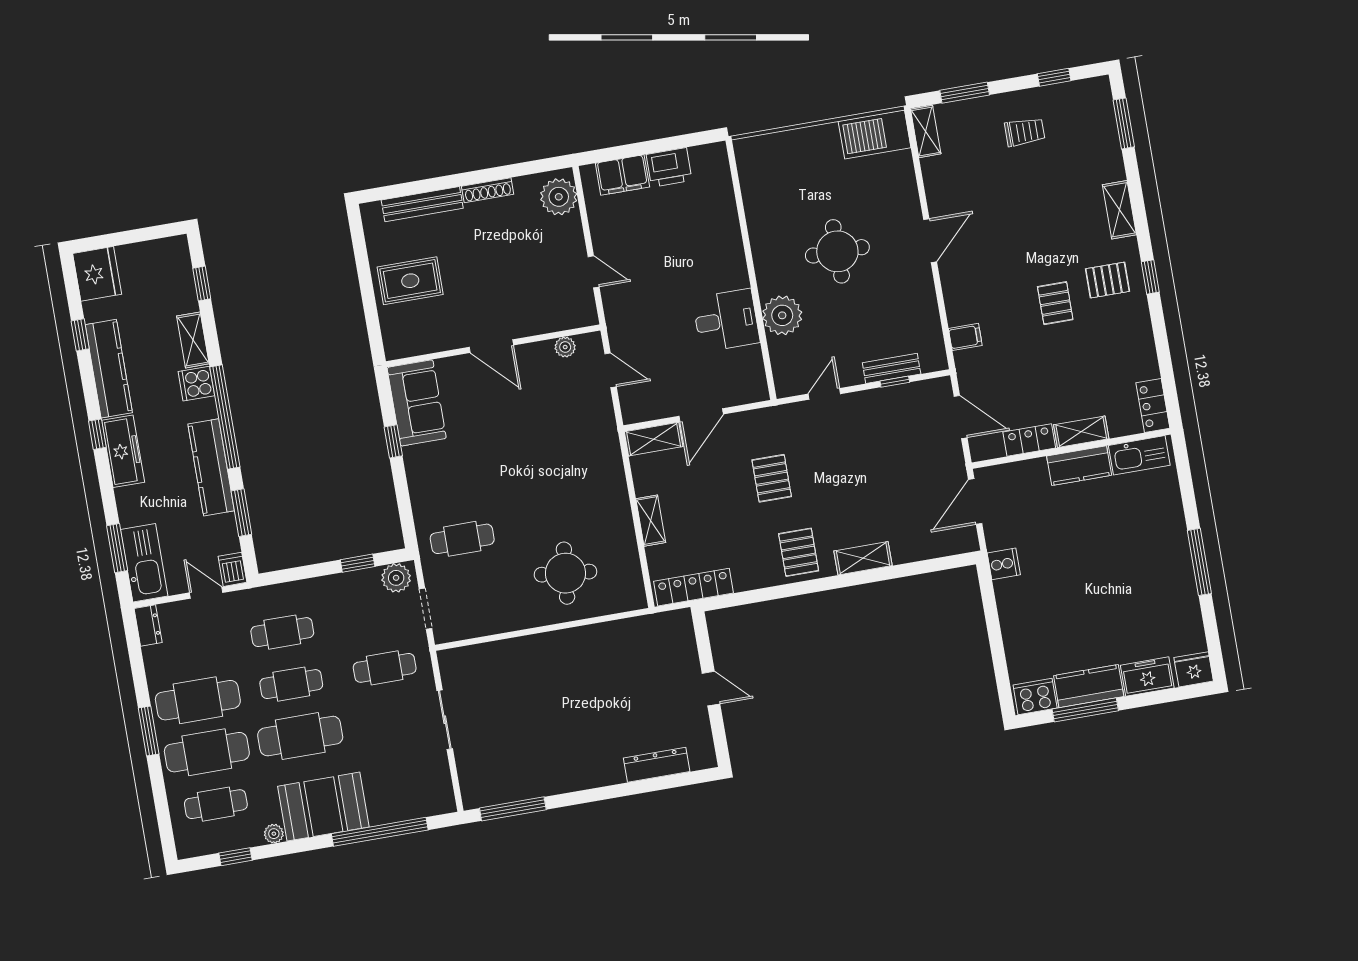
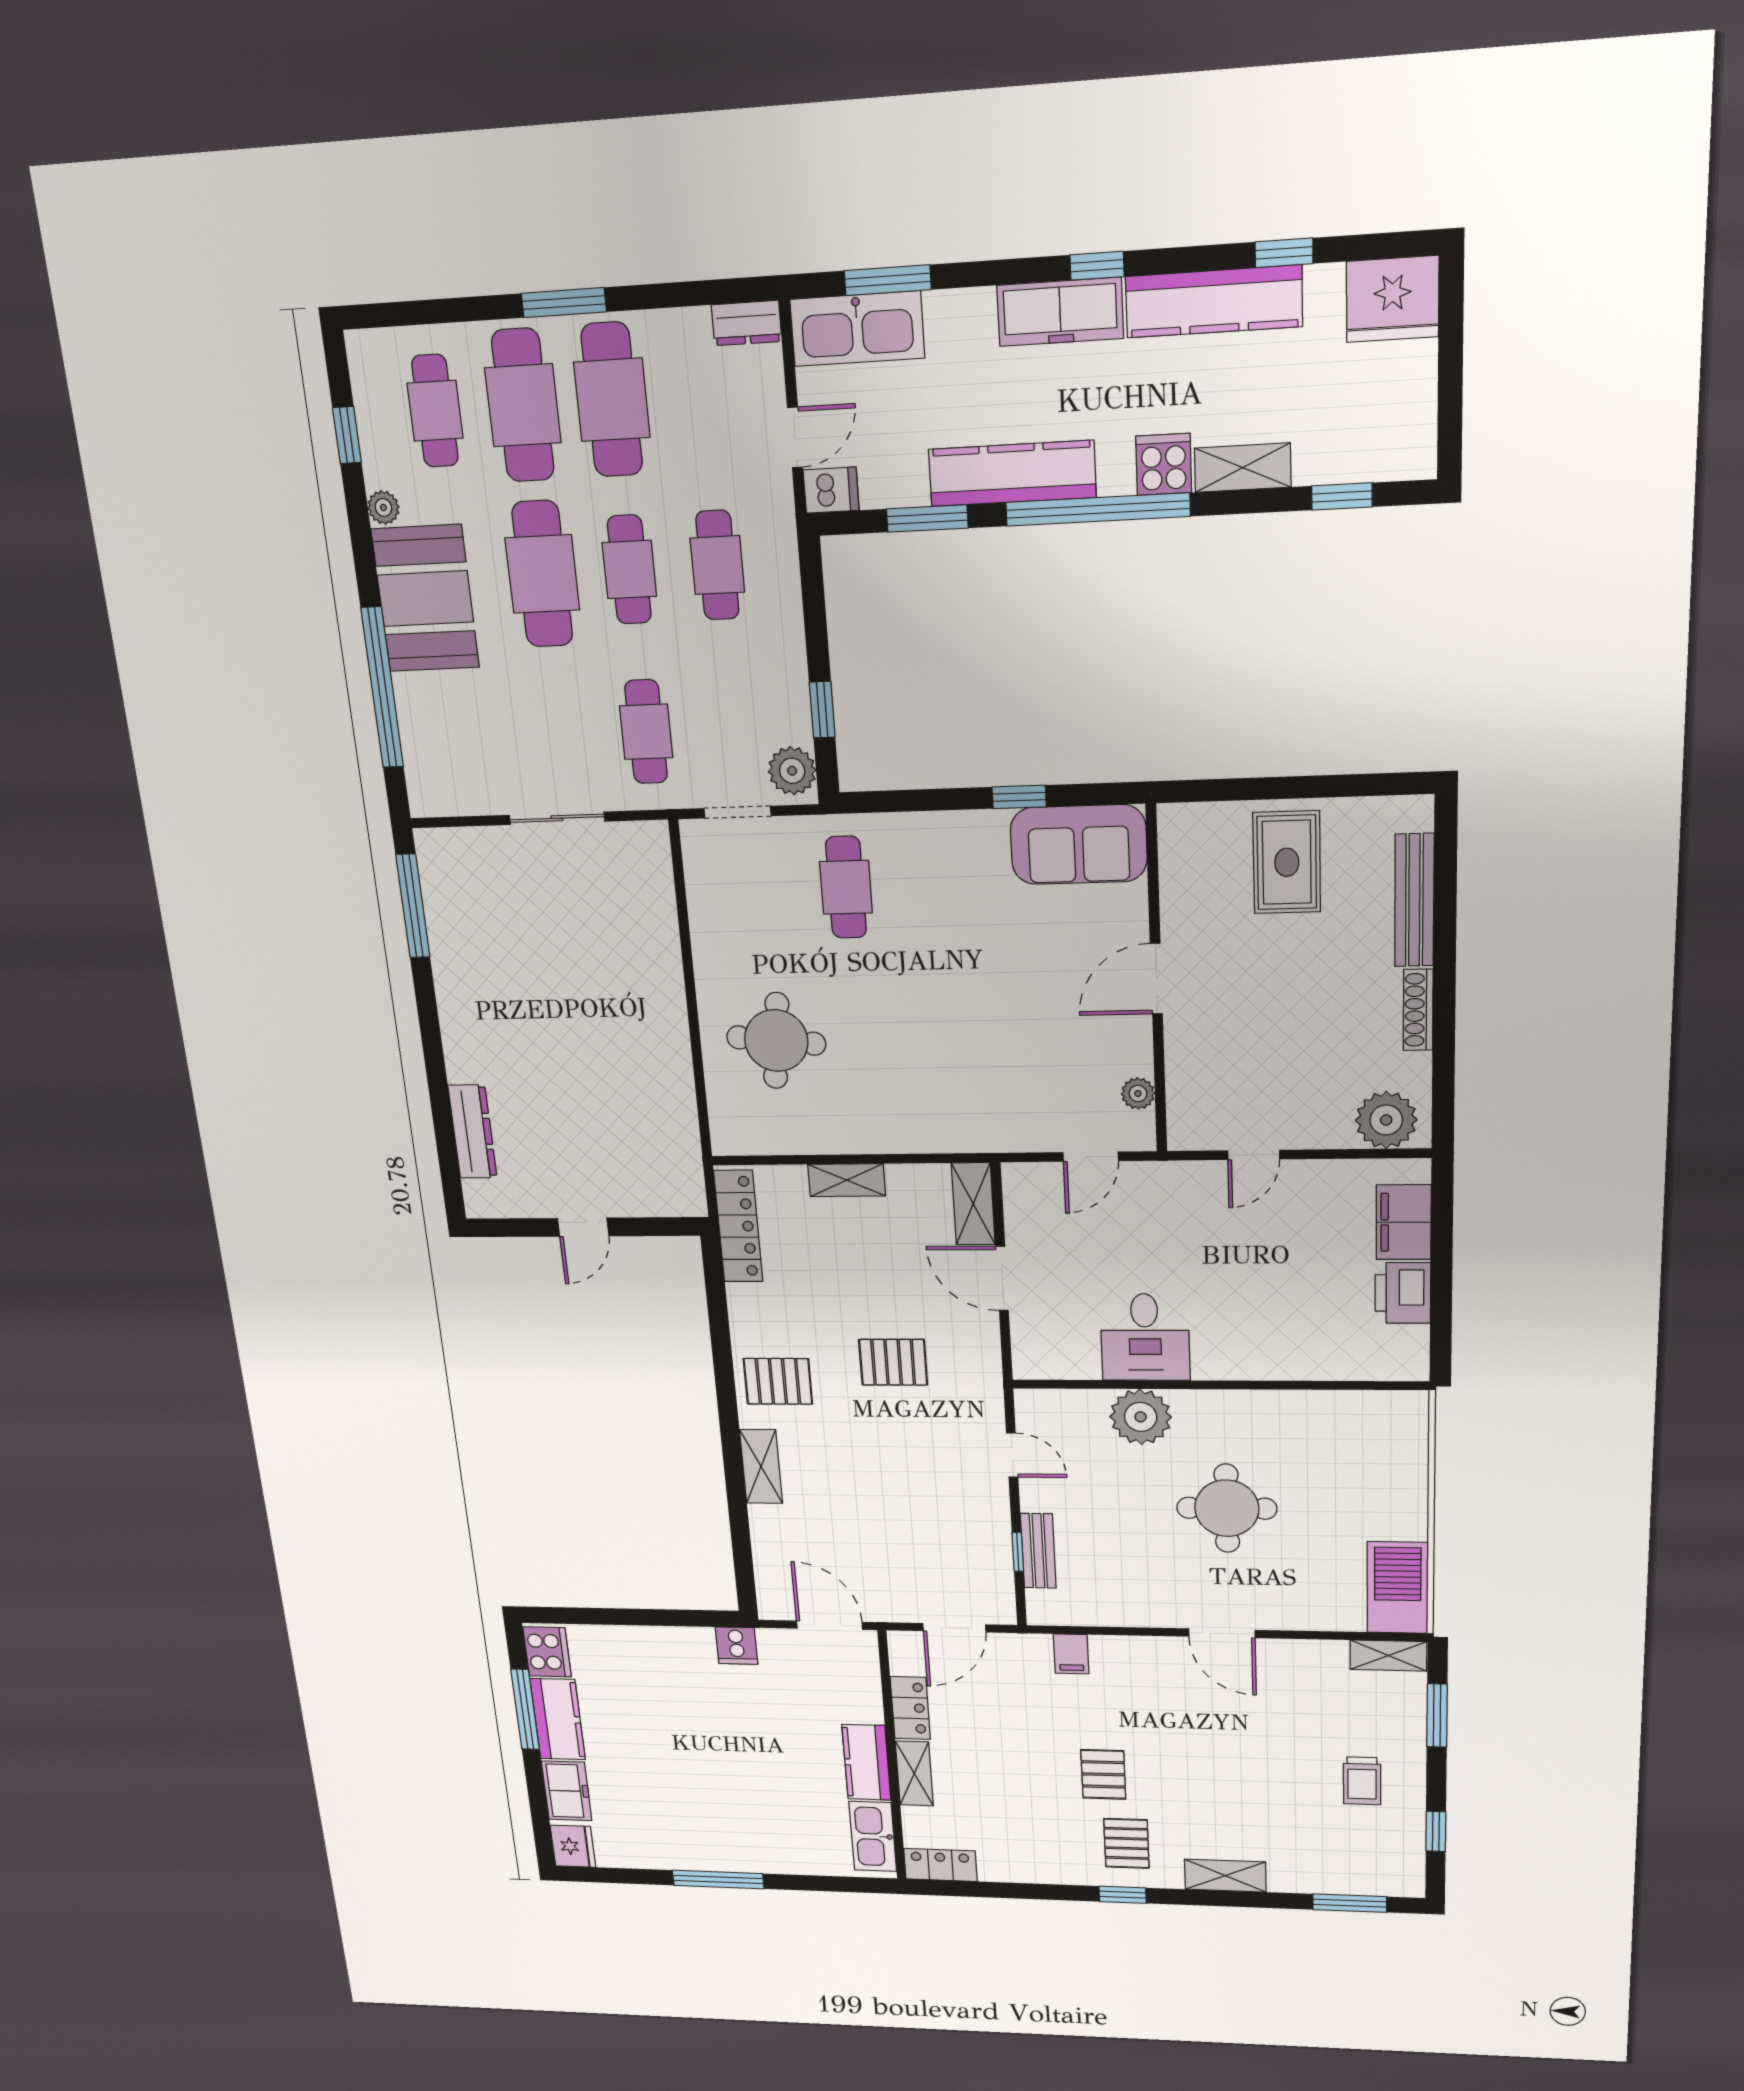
pallet: (1055, 303) -> (1103, 1774), turned 90

